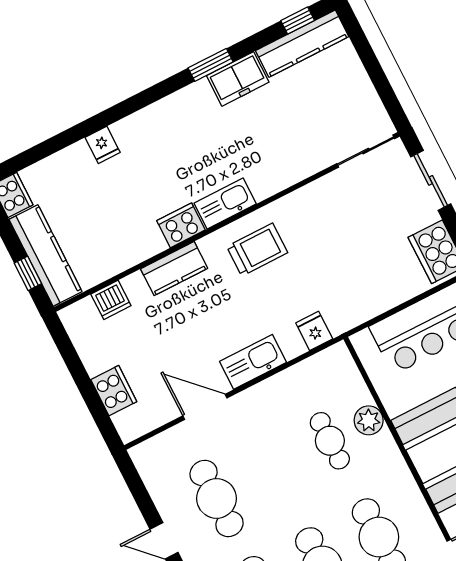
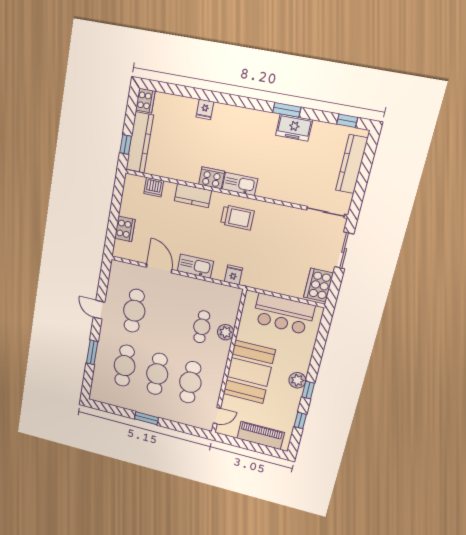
kitchen counter: (302, 44) -> (352, 164), moved, turned 90

